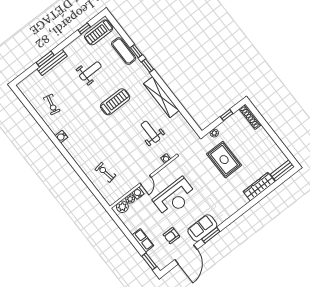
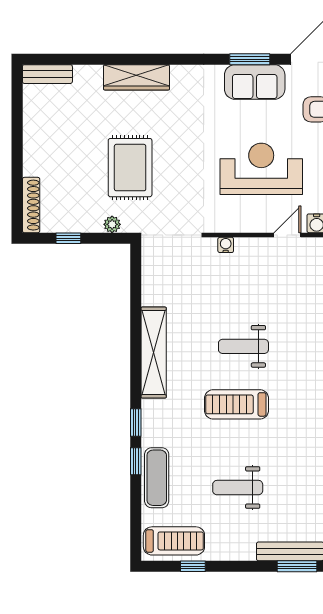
weight bench: (151, 132) -> (243, 346), moved, turned 90
wardrobe: (259, 187) -> (137, 77), moved

